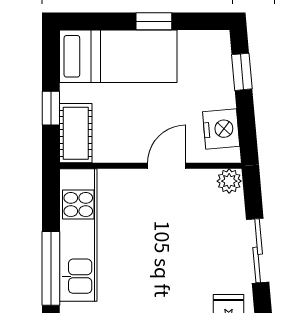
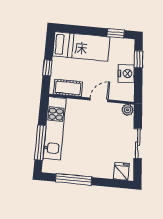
window: (154, 21) -> (116, 33), moved
nightstand: (221, 129) -> (126, 74), moved
cot: (76, 133) -> (68, 88), moved, turned 90

